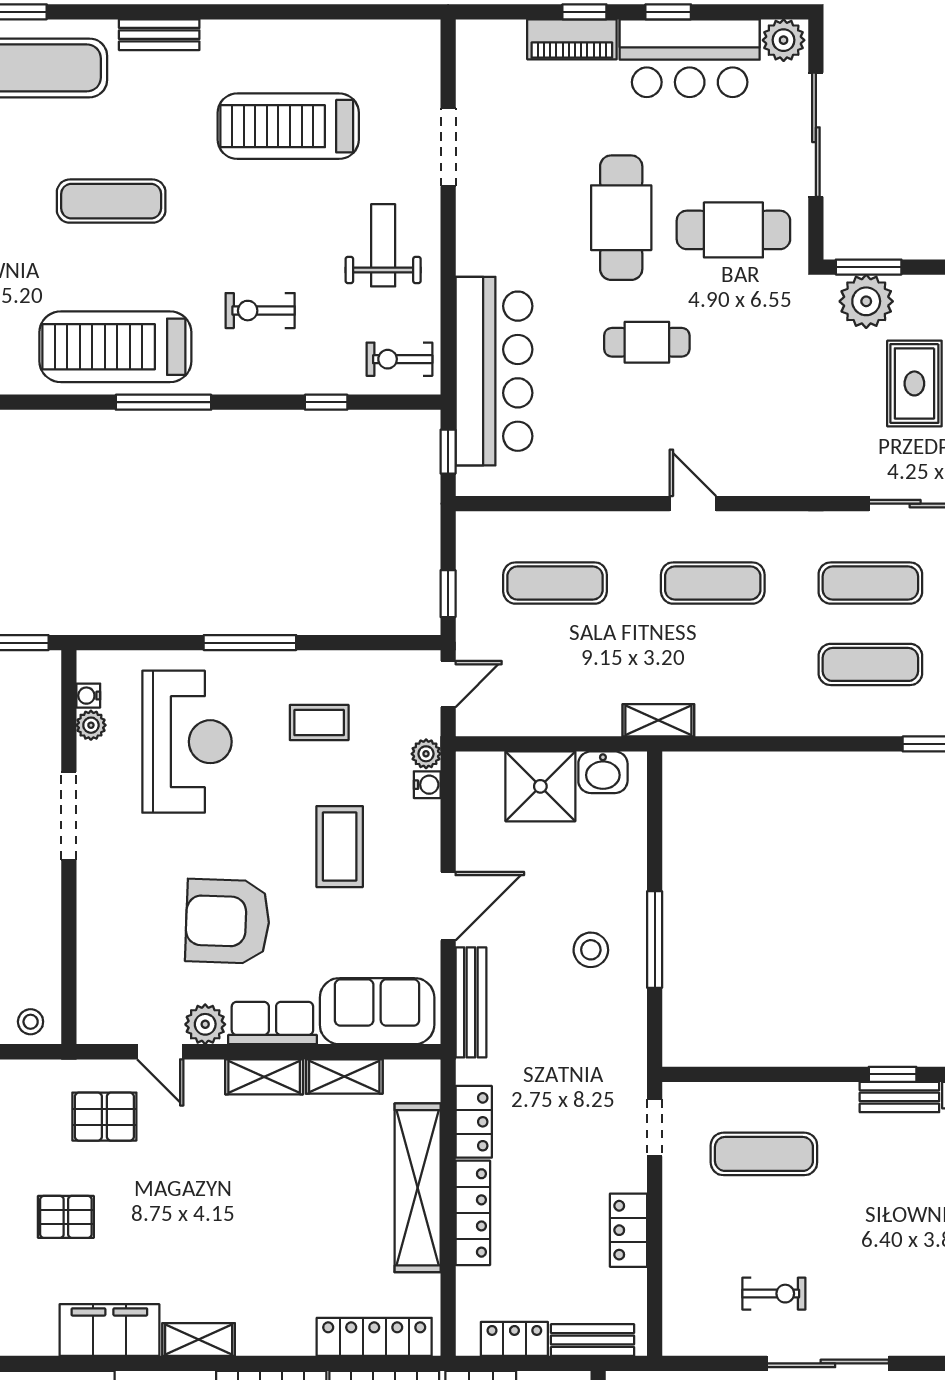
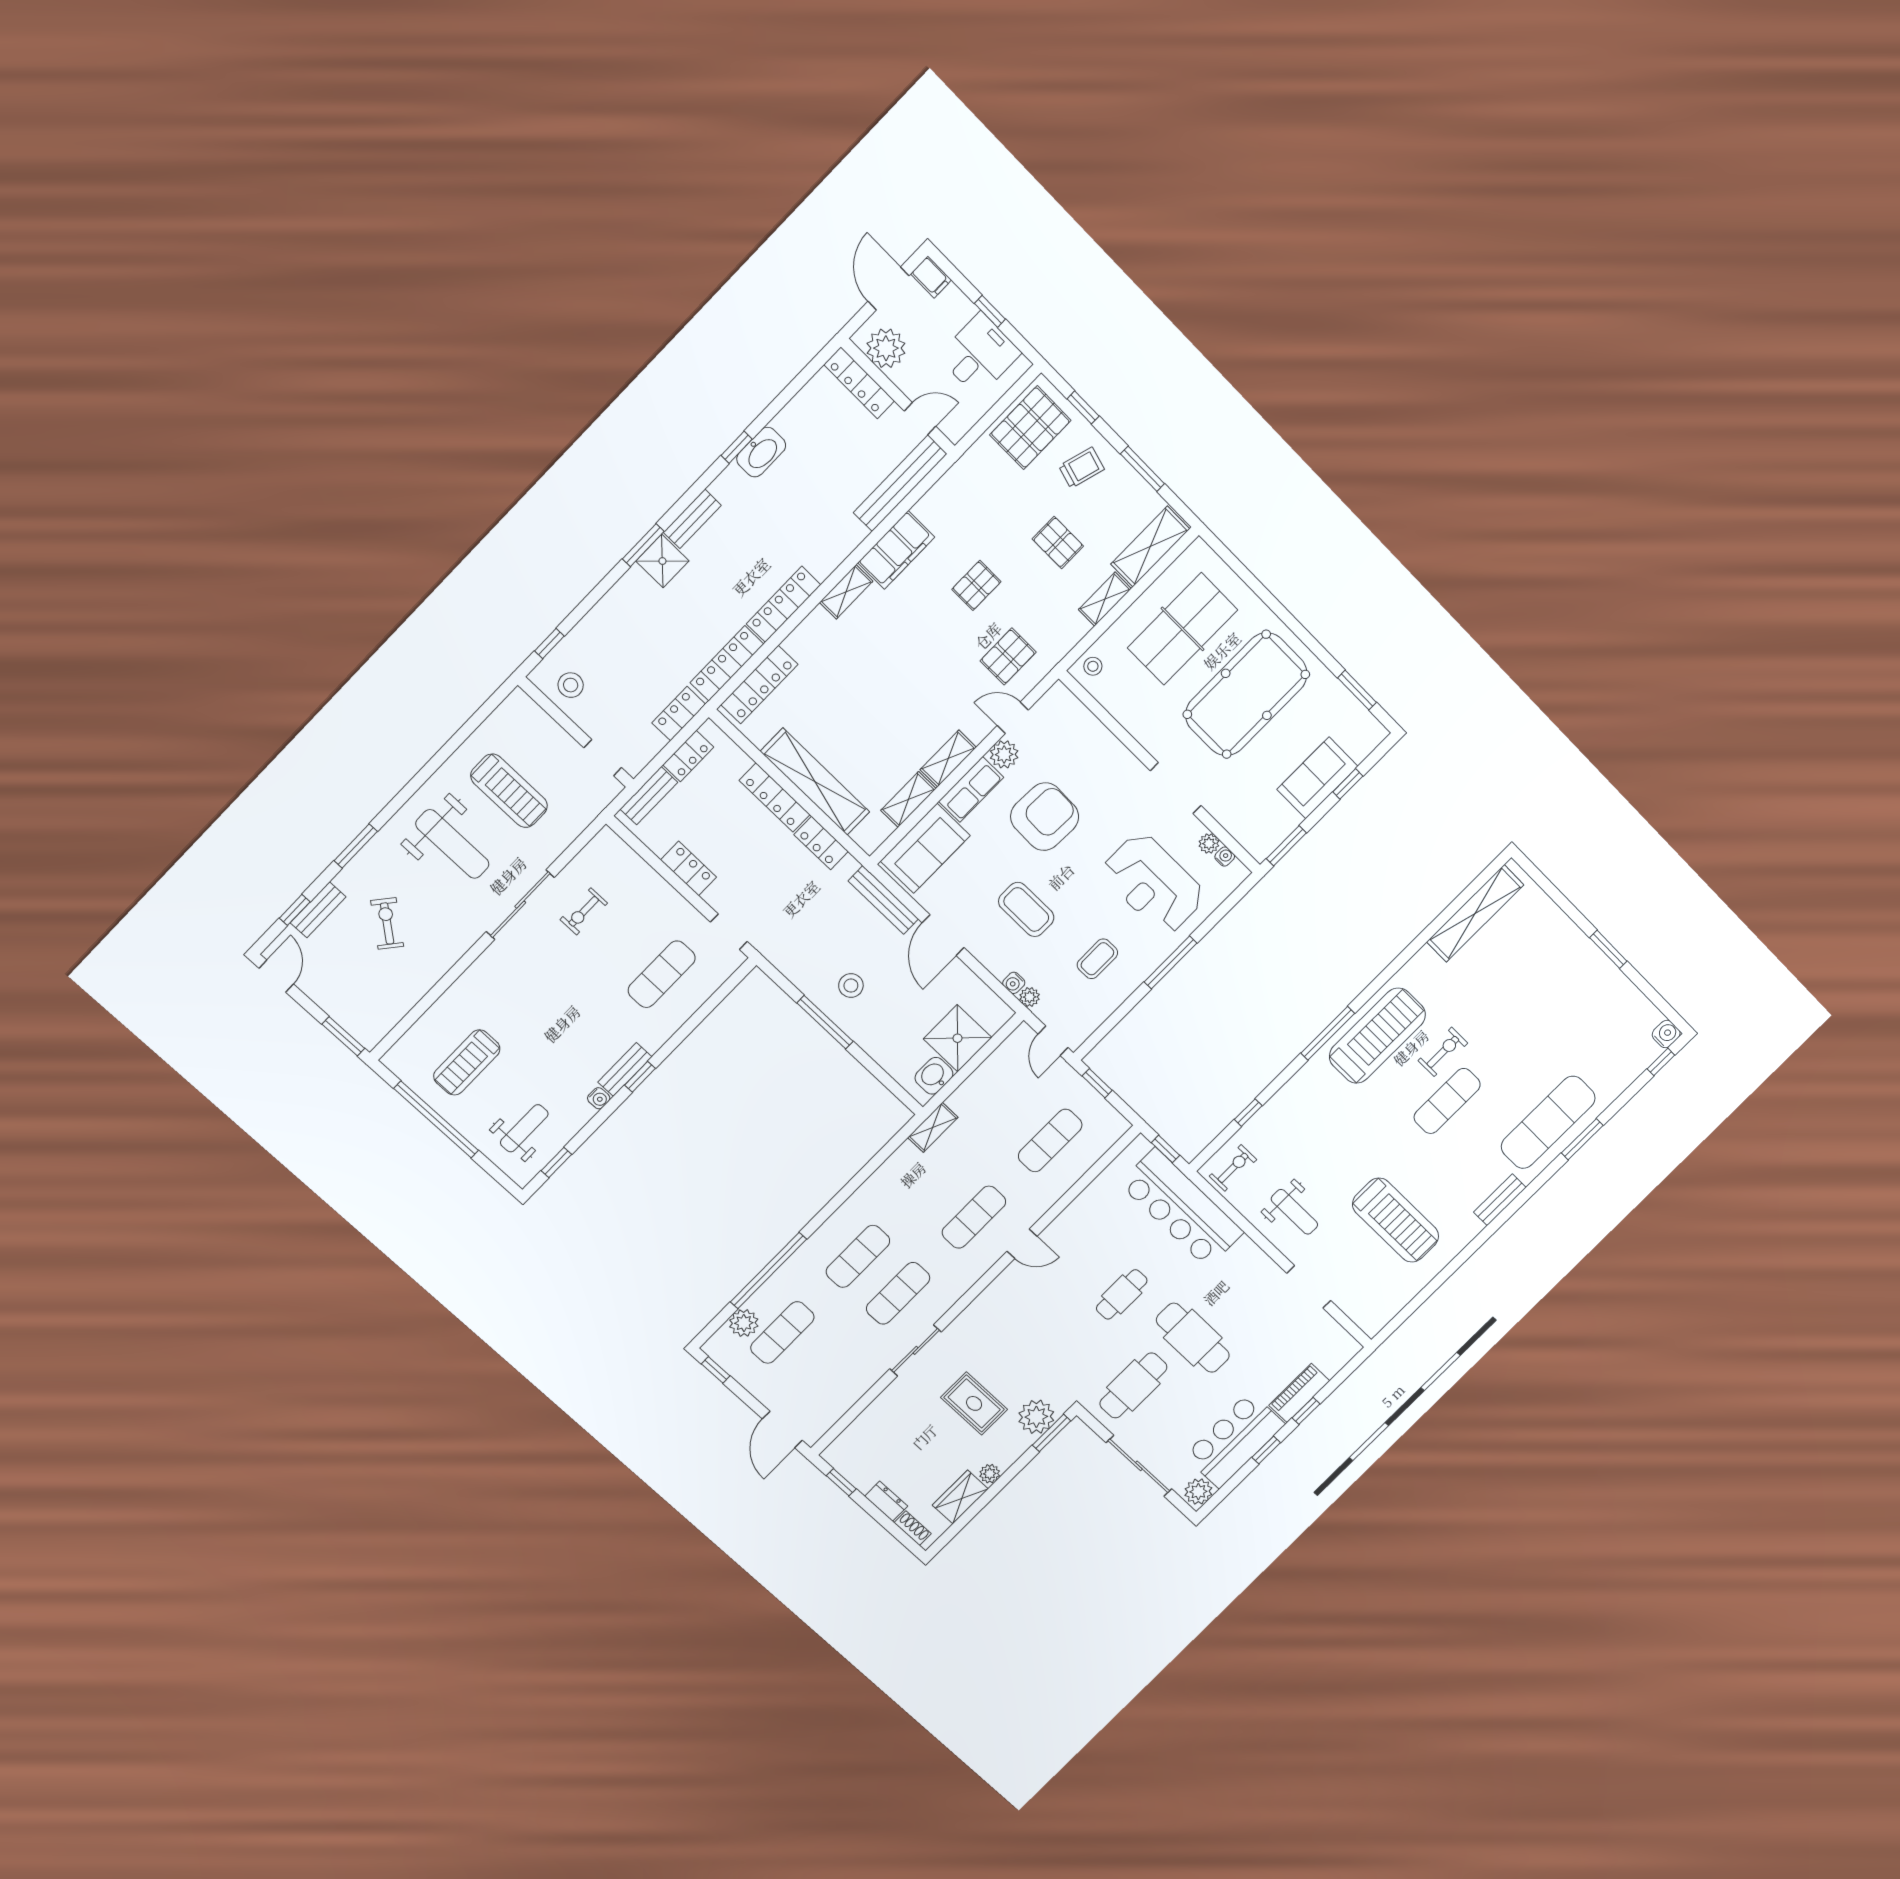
treadmill: (288, 126) -> (1396, 1220), turned 90
exercise bike: (260, 311) -> (1443, 1052), moved

